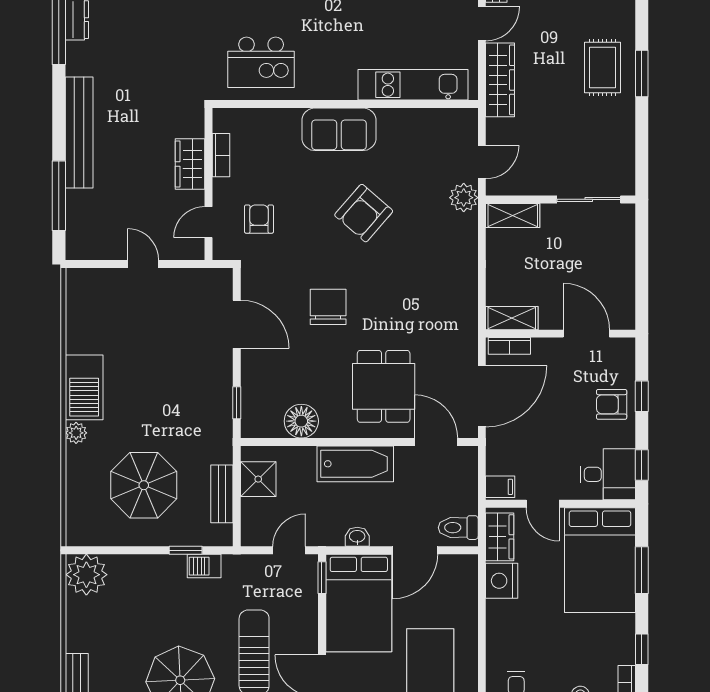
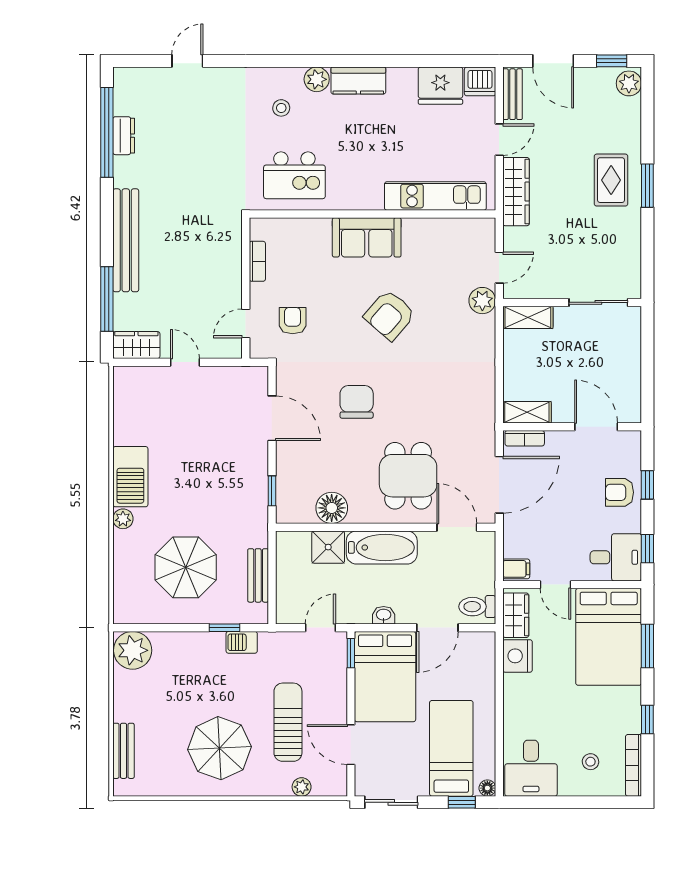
wardrobe: (190, 164) -> (136, 345), moved, turned 90
shower: (258, 479) -> (328, 547), moved

